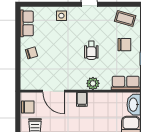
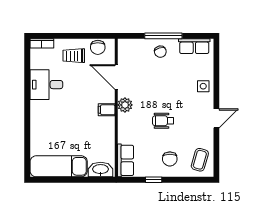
window: (18, 50) -> (163, 36), added
plant: (93, 83) -> (125, 105), moved
door: (54, 91) -> (116, 77), hinge flipped

